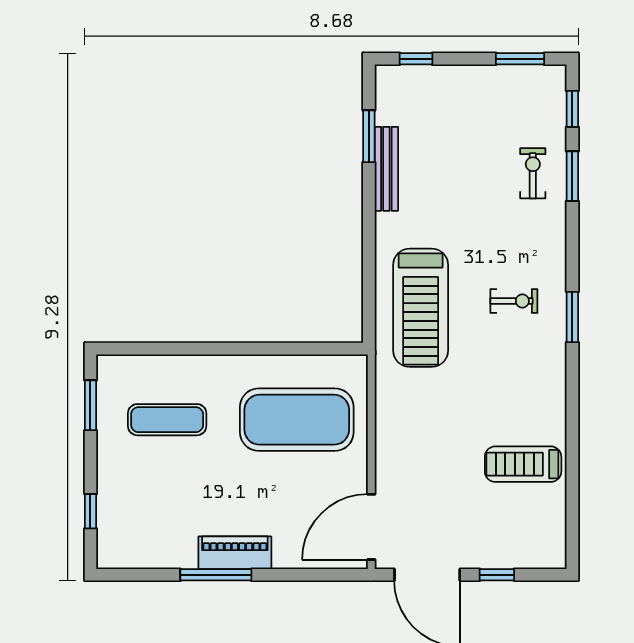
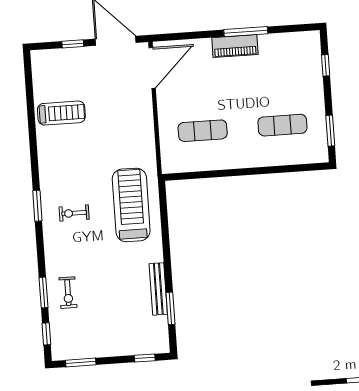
exercise mat: (297, 420) -> (203, 131), width x0.50, depth x0.69

